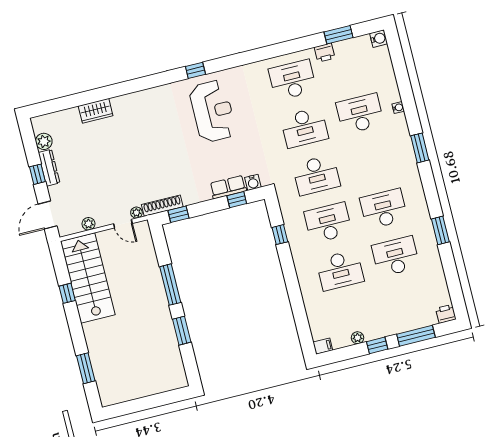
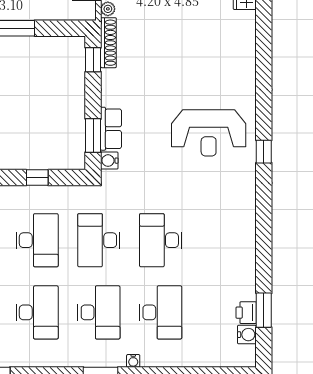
water cooler: (379, 39) -> (247, 335), moved, turned -90
printer: (325, 53) -> (246, 313), moved
window: (195, 70) -> (264, 152), moved
desk: (293, 80) -> (99, 312), moved
water cooler: (398, 108) -> (133, 361), moved
window: (237, 200) -> (93, 135), width x1.50

